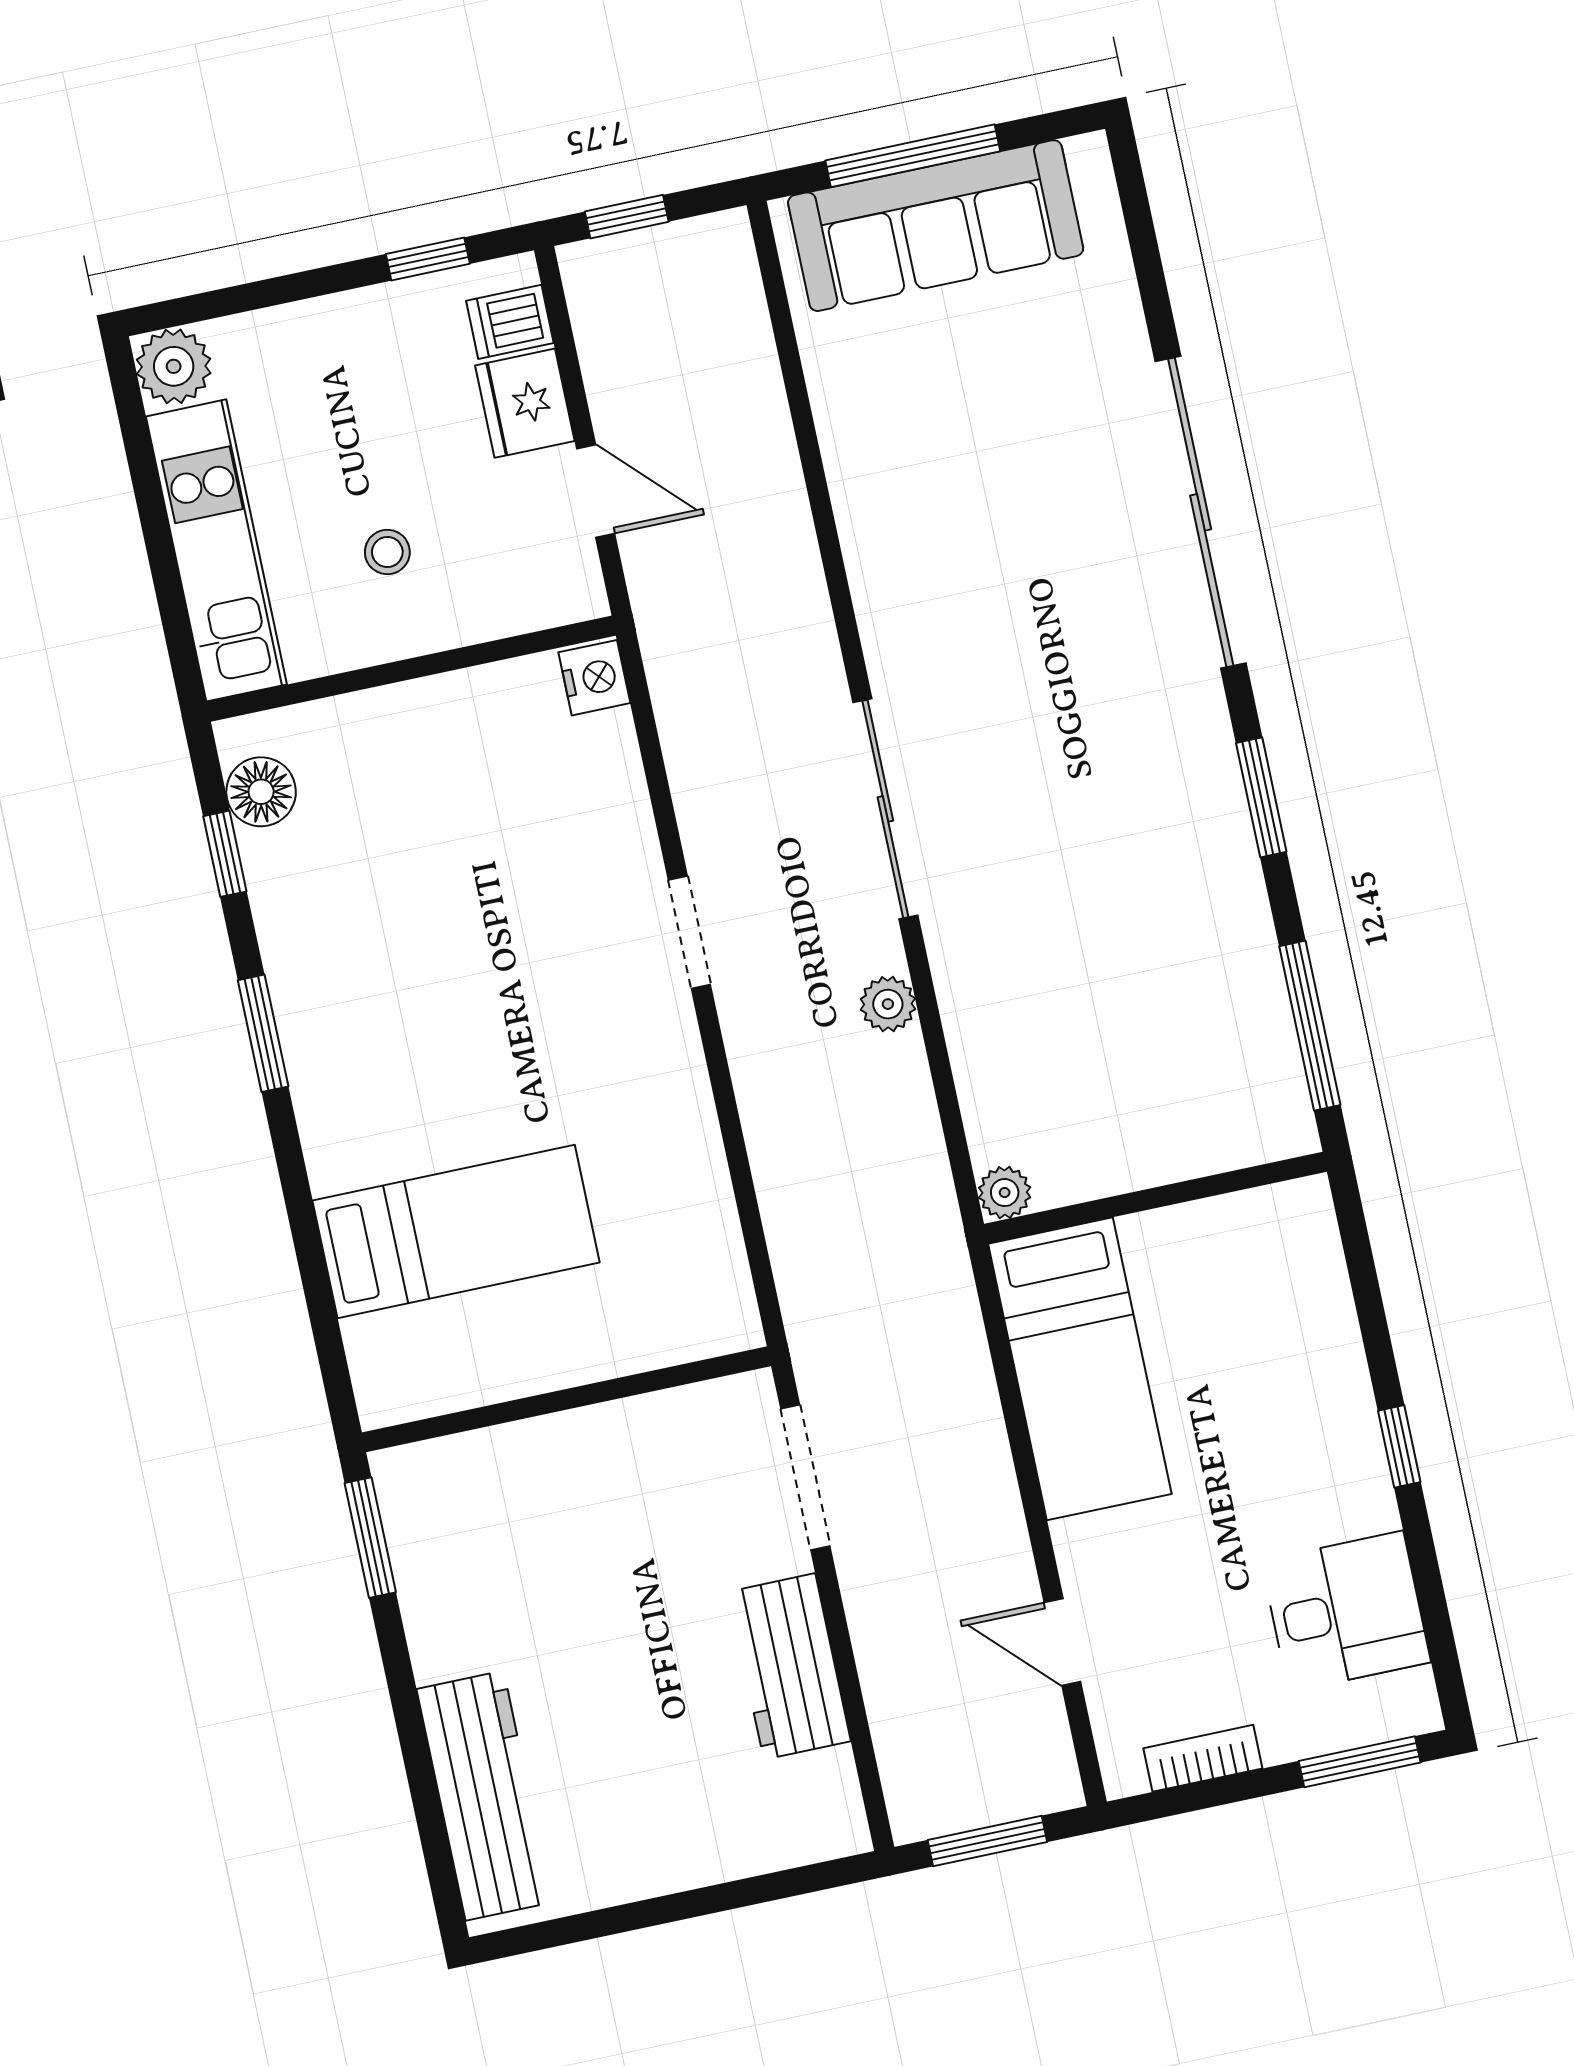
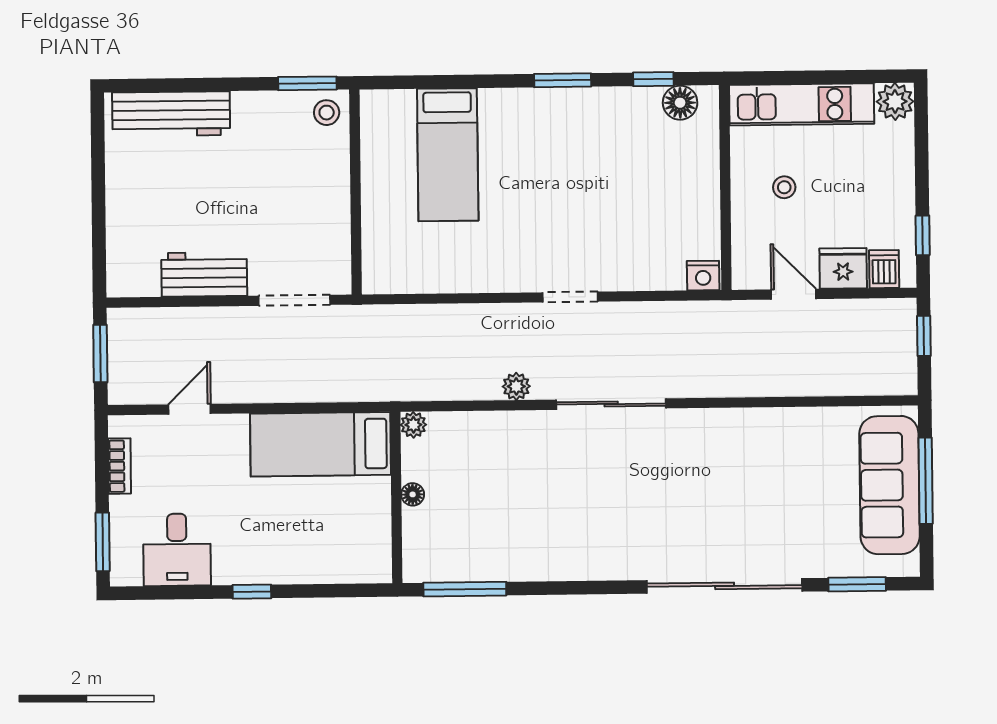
door: (596, 491) -> (794, 294), swing flipped
window: (1261, 797) -> (857, 584), moved
floor lamp: (1143, 1167) -> (413, 494), added
stool: (421, 1488) -> (327, 113), added

